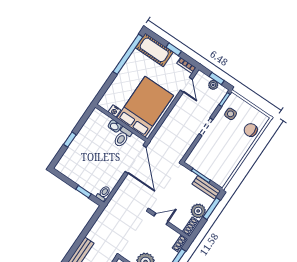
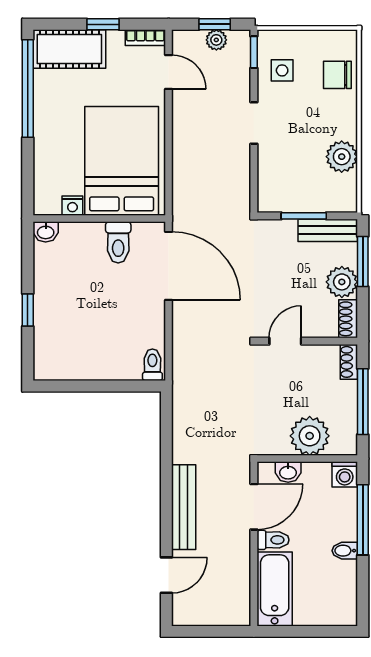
washbasin: (115, 126) -> (46, 232), moved
plant: (231, 163) -> (342, 157), added
window: (83, 192) -> (115, 386), removed

